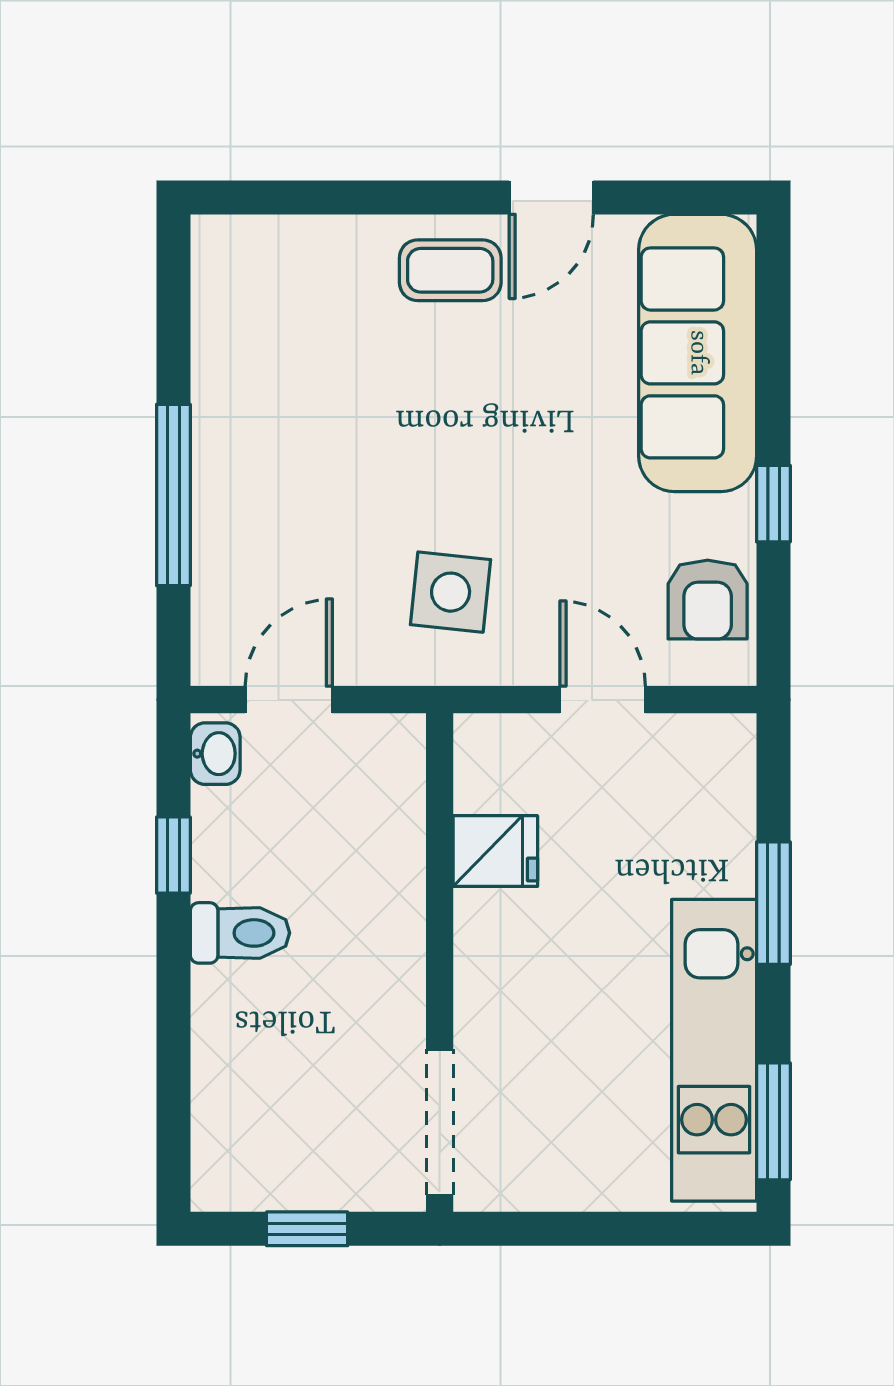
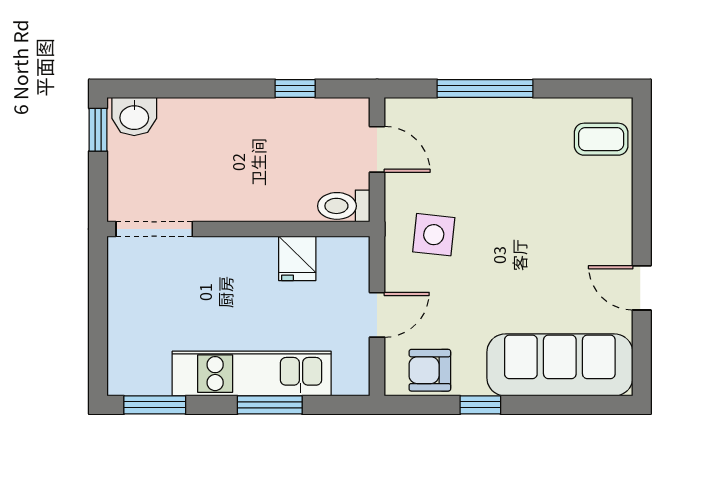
coffee table: (450, 270) -> (601, 139), moved, turned 90
washbasin: (215, 754) -> (134, 116), moved, width x1.38, depth x1.45
toilet: (240, 933) -> (344, 206), moved, turned 90
kitchen unit: (714, 1050) -> (252, 374), moved
window: (307, 1229) -> (98, 130), moved

